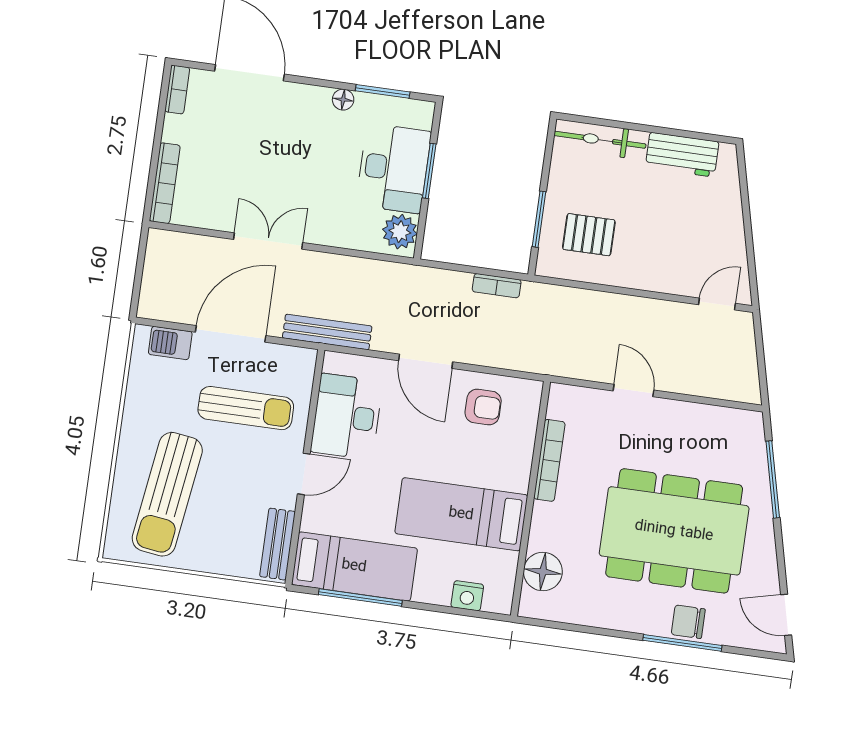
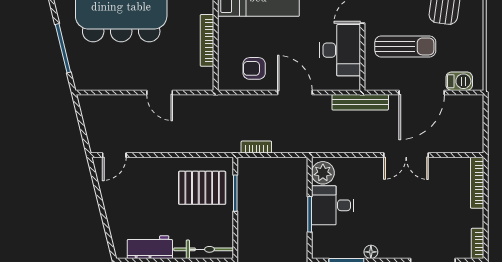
desk: (393, 168) -> (333, 205), width x0.73
pallet: (589, 235) -> (202, 188), width x1.50, depth x1.42
sun lounger: (246, 408) -> (405, 46), turned 180

